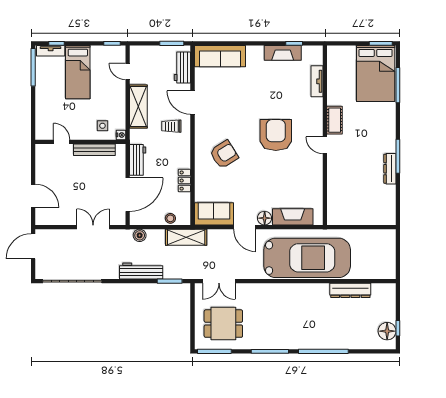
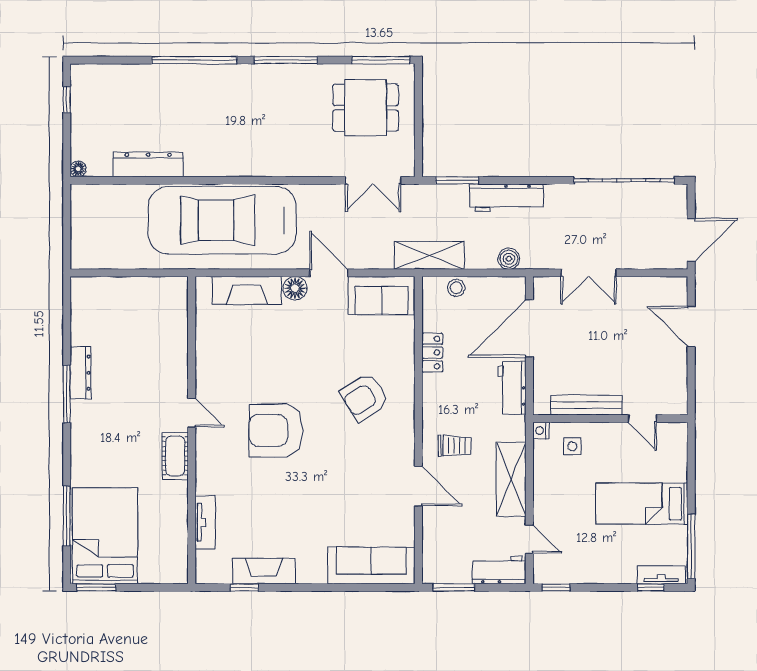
workbench: (182, 68) -> (499, 570), moved, turned -90
bed: (78, 72) -> (642, 504), moved, turned -90
armchair: (276, 135) -> (276, 430), turned 90
double door: (219, 281) -> (373, 180), swing flipped
floor lamp: (387, 331) -> (78, 169), moved, width x0.53, depth x0.53

